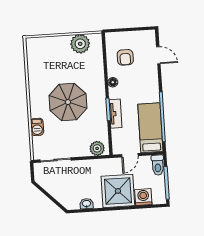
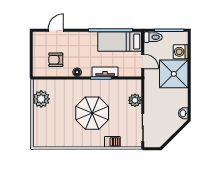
armchair: (125, 57) -> (56, 60), turned 180
plant: (97, 148) -> (135, 100), moved
washbasin: (87, 204) -> (183, 113), moved

